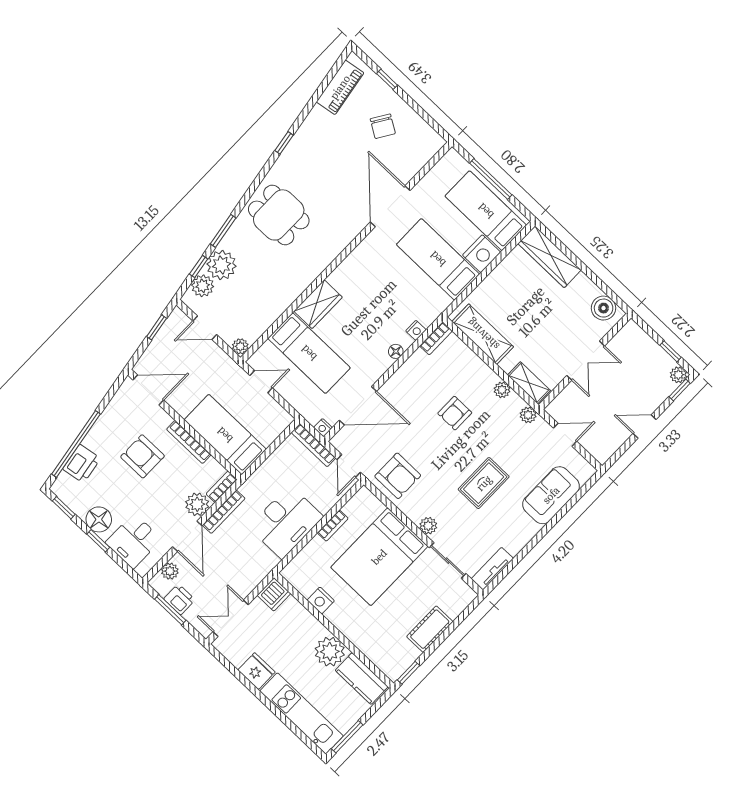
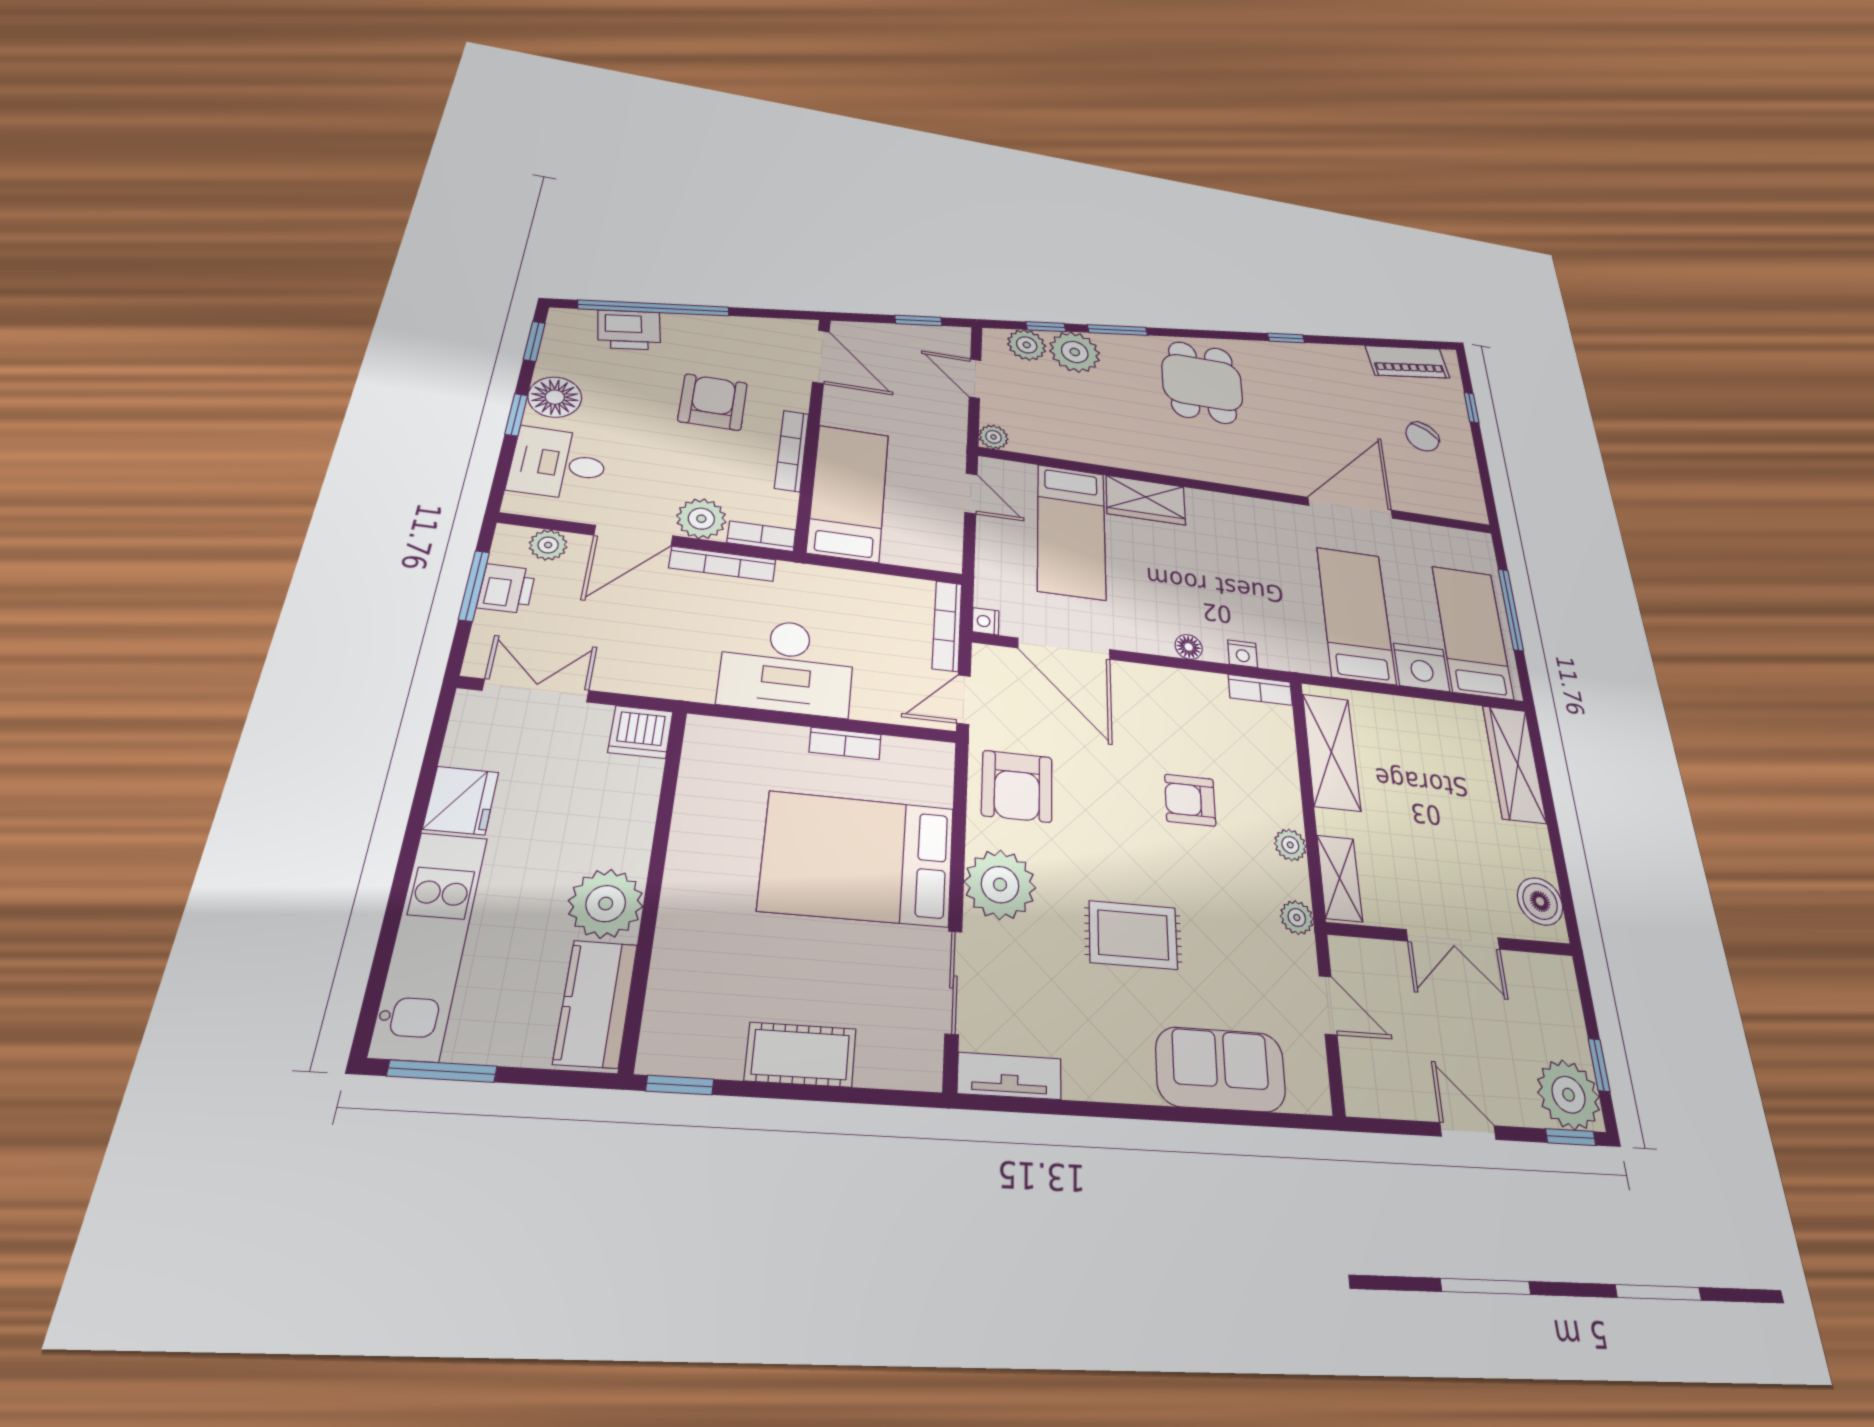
plant: (678, 375) -> (1569, 1095), width x1.88, depth x1.88
plant: (428, 526) -> (1000, 885), width x1.87, depth x1.87
nightstand: (321, 600) -> (694, 817), removed

